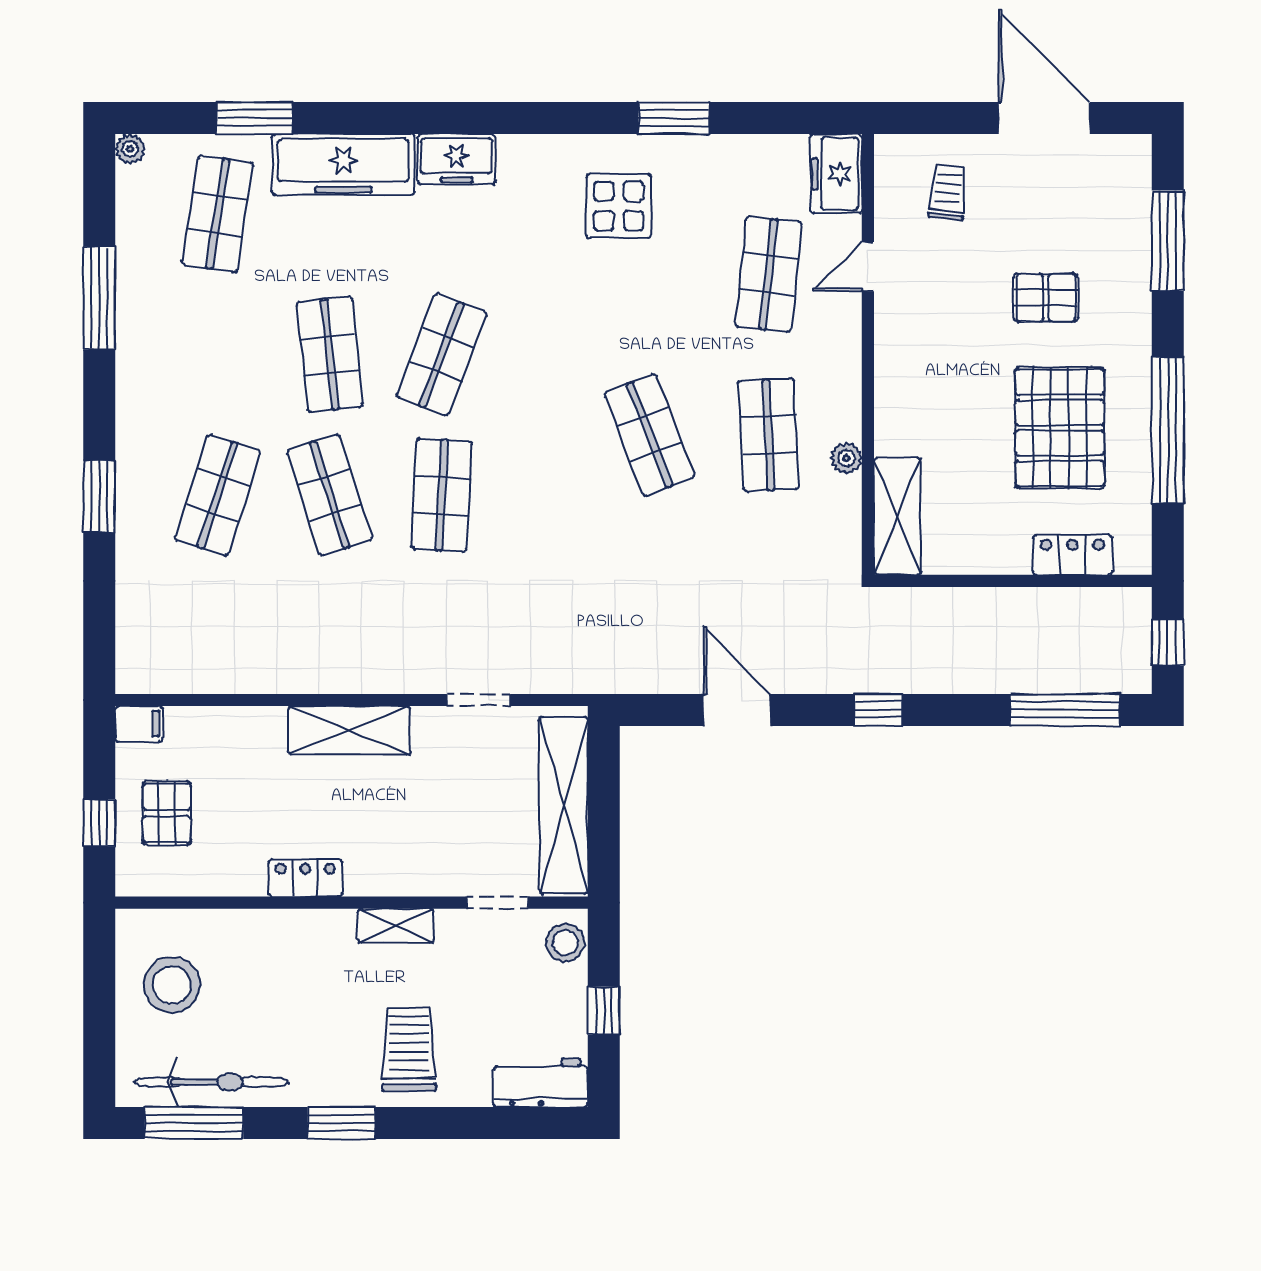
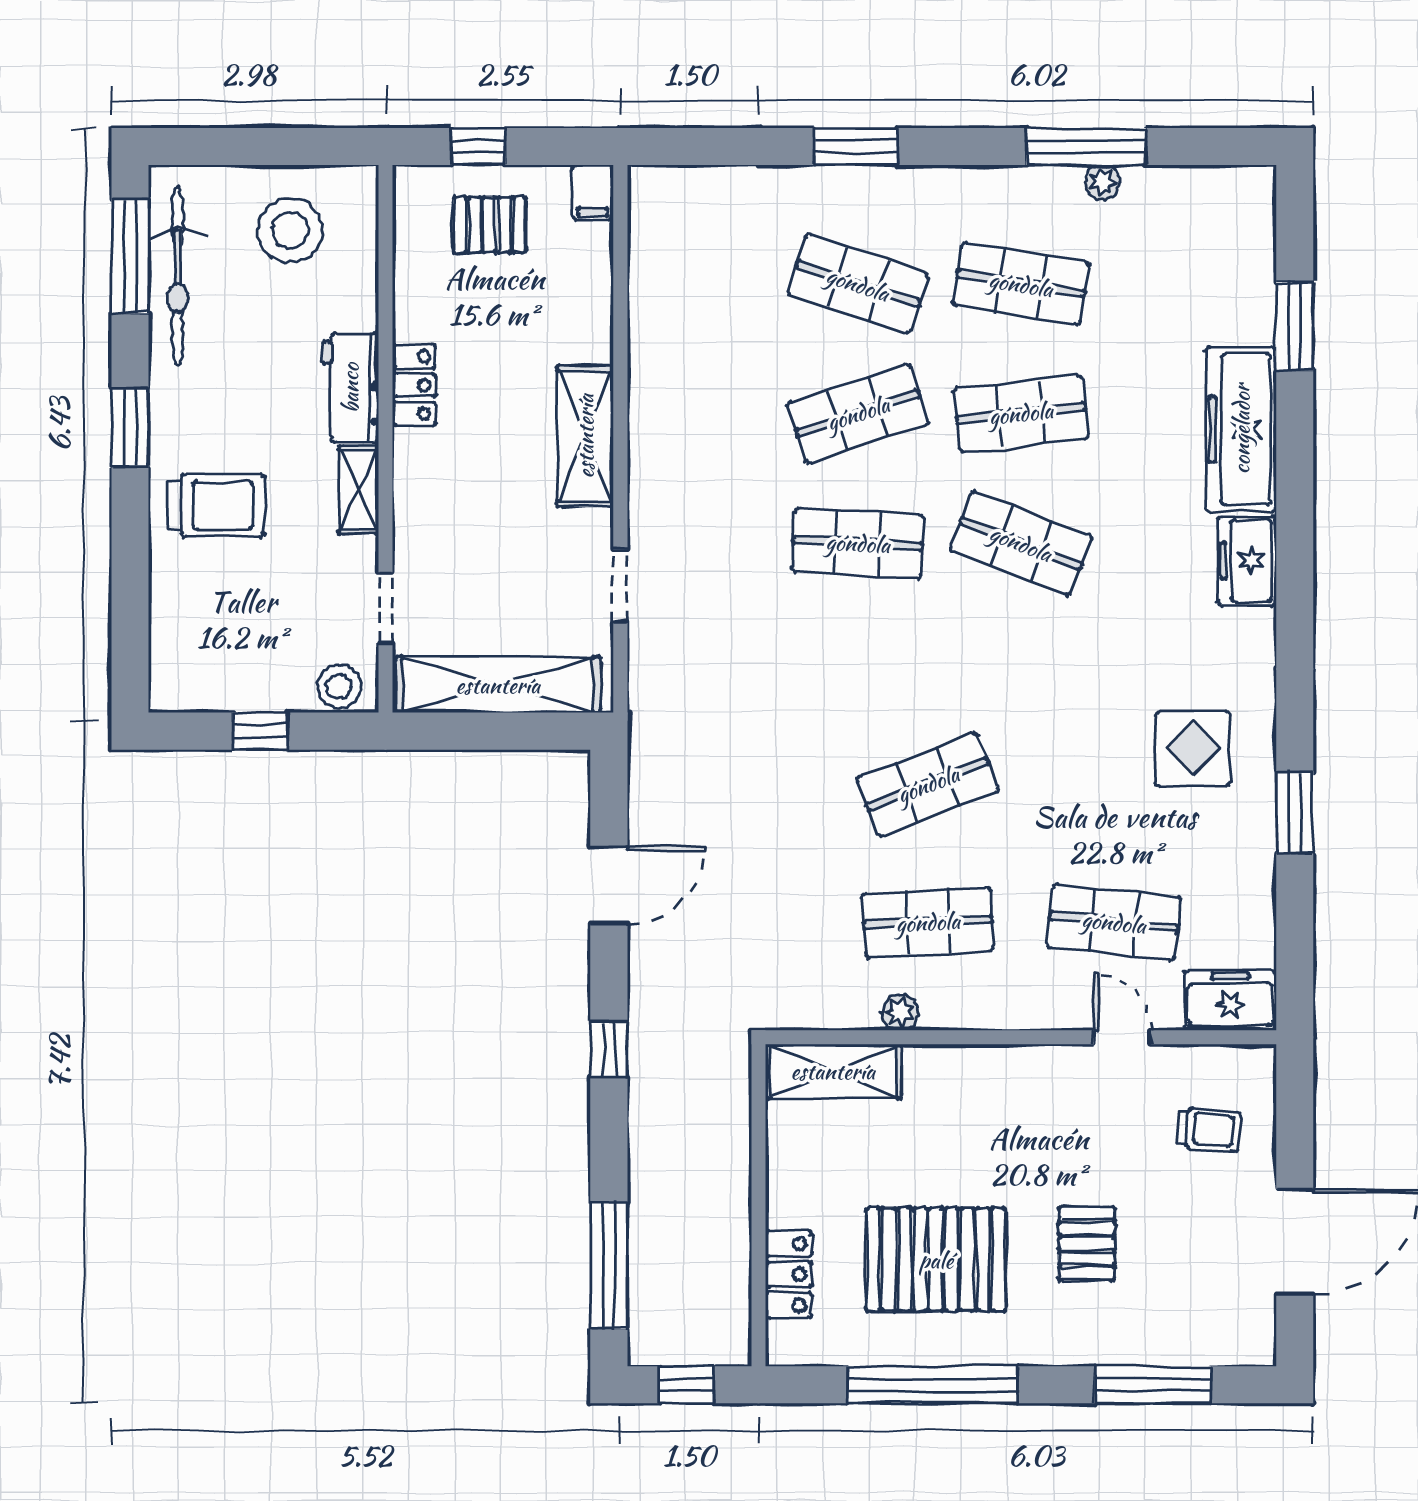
plant: (130, 149) -> (1102, 182), moved
shop shelf: (218, 214) -> (1021, 284), moved
workbench: (541, 1083) -> (350, 388), moved, turned 180

